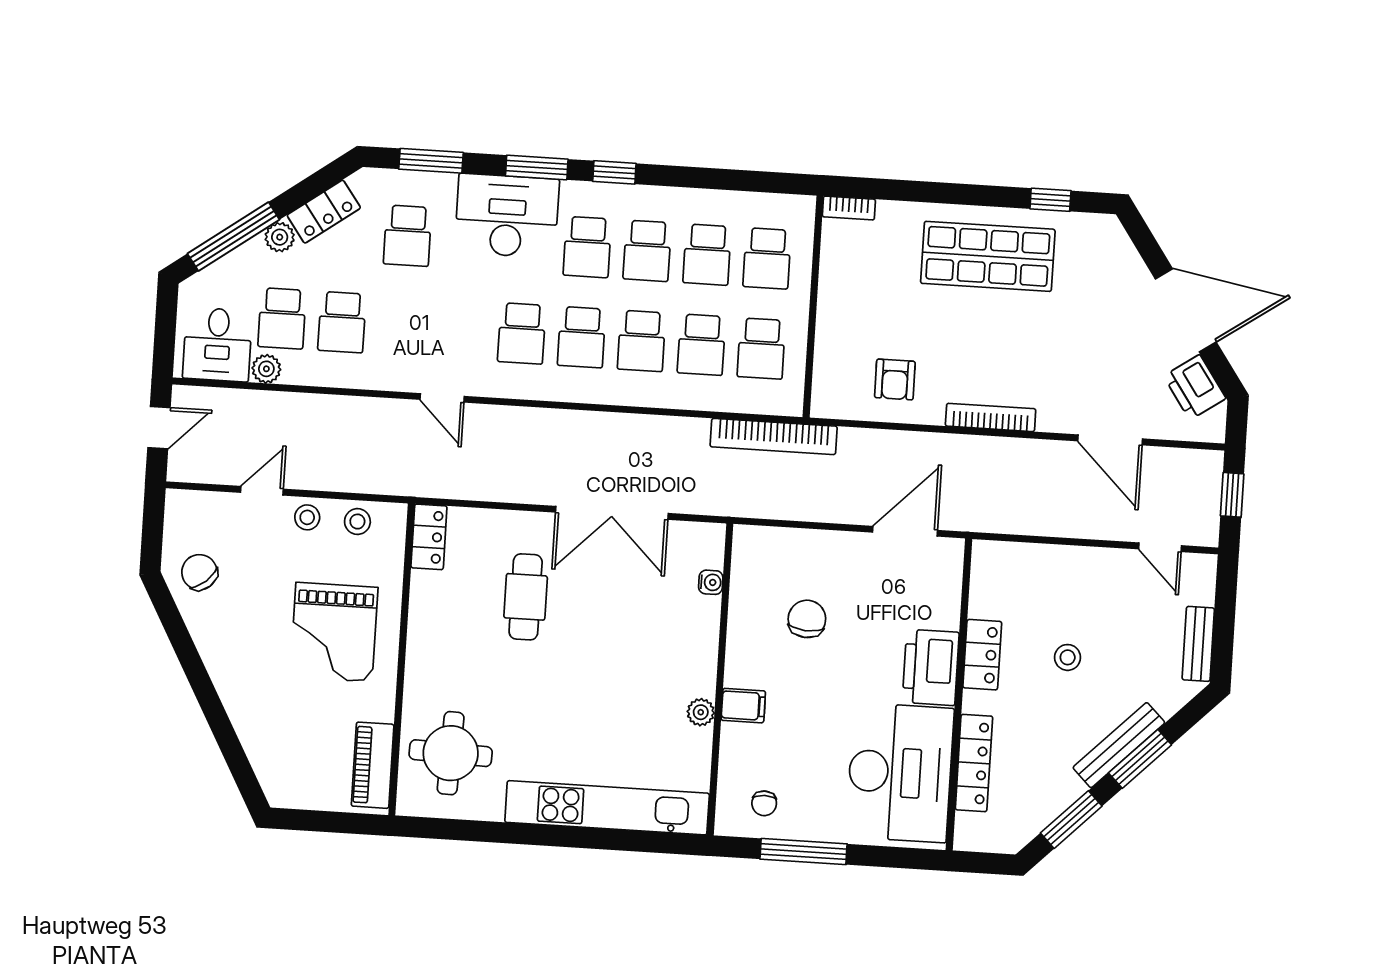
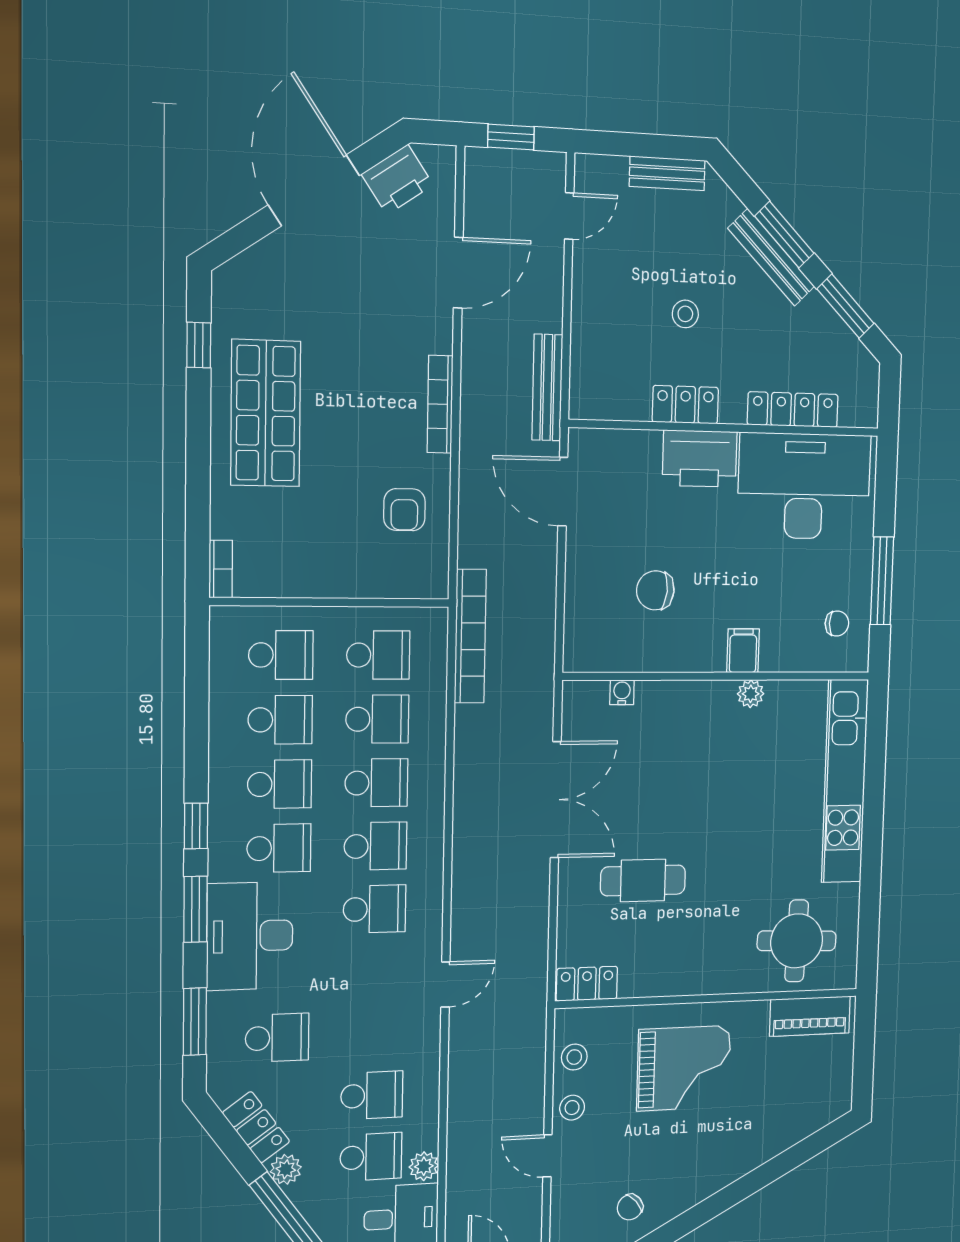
armchair: (895, 379) -> (404, 510), turned 90
bench: (1003, 520) -> (547, 388), added
chair: (199, 572) -> (630, 1207), width x0.73, depth x0.73

